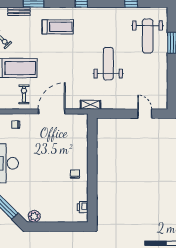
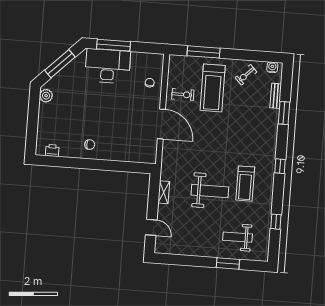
treadmill: (58, 27) -> (245, 184), moved
weight bench: (148, 36) -> (238, 237), width x0.73, depth x0.75
shelving: (90, 105) -> (164, 192), moved
door: (145, 114) -> (151, 227), hinge flipped

